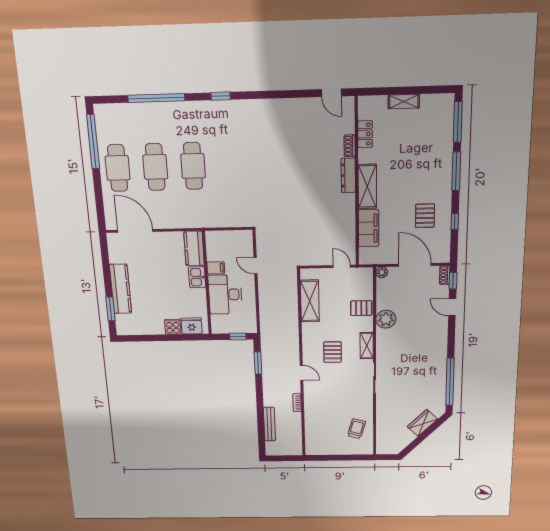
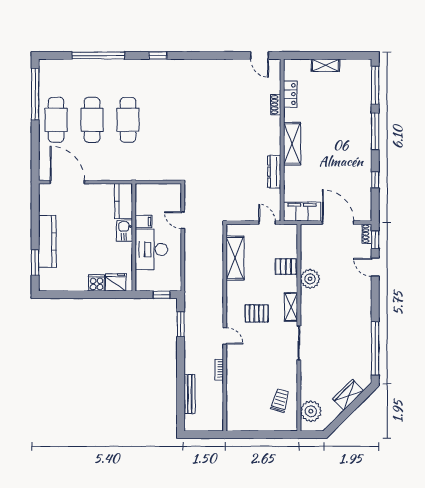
dresser: (348, 175) -> (274, 172), moved
pallet: (425, 216) -> (347, 174), removed
filing cabinet: (368, 228) -> (302, 212), moved, turned -90
plant: (382, 272) -> (311, 411), moved, width x1.87, depth x1.87
pallet: (333, 352) -> (257, 313), turned 90

